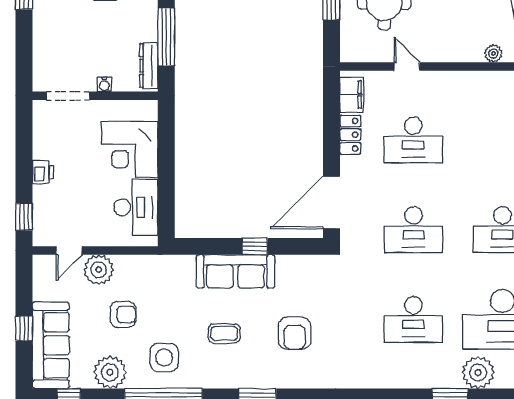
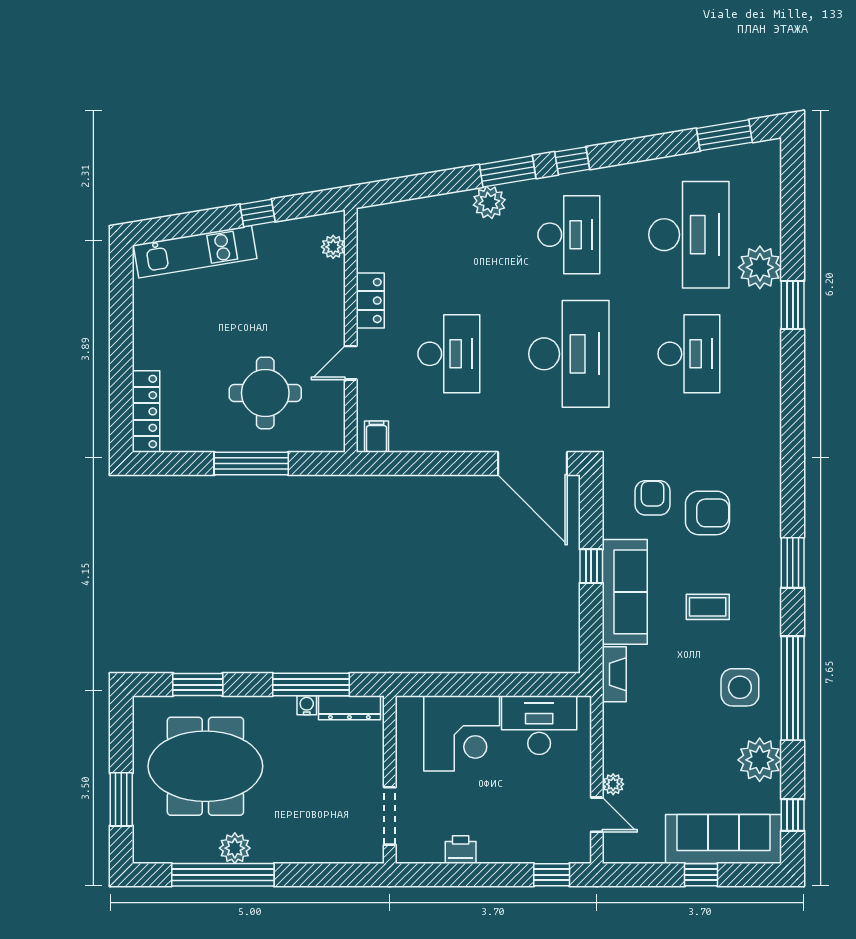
water cooler: (104, 84) -> (307, 705), moved, turned -90
filing cabinet: (352, 95) -> (377, 437), width x0.50
locker: (350, 135) -> (370, 301), moved, turned 90
printer: (43, 172) -> (461, 850), moved
desk: (413, 230) -> (569, 354), width x1.36, depth x1.30
fireplace: (174, 264) -> (614, 674), added
plant: (99, 270) -> (613, 784), width x0.53, depth x0.53
armchair: (123, 314) -> (653, 498), moved
coffee table: (224, 333) -> (708, 607), turned 90

